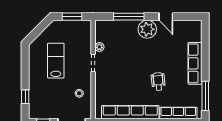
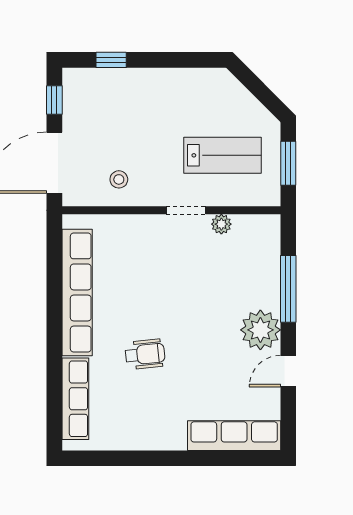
lab bench: (56, 61) -> (222, 155), moved
row of seats: (195, 63) -> (234, 436), moved
window: (205, 96) -> (113, 458), removed

